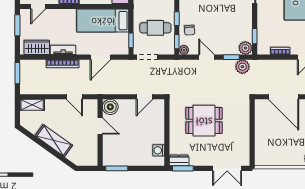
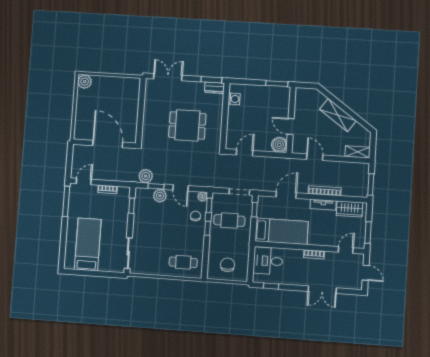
plant: (245, 48) -> (160, 196), moved

